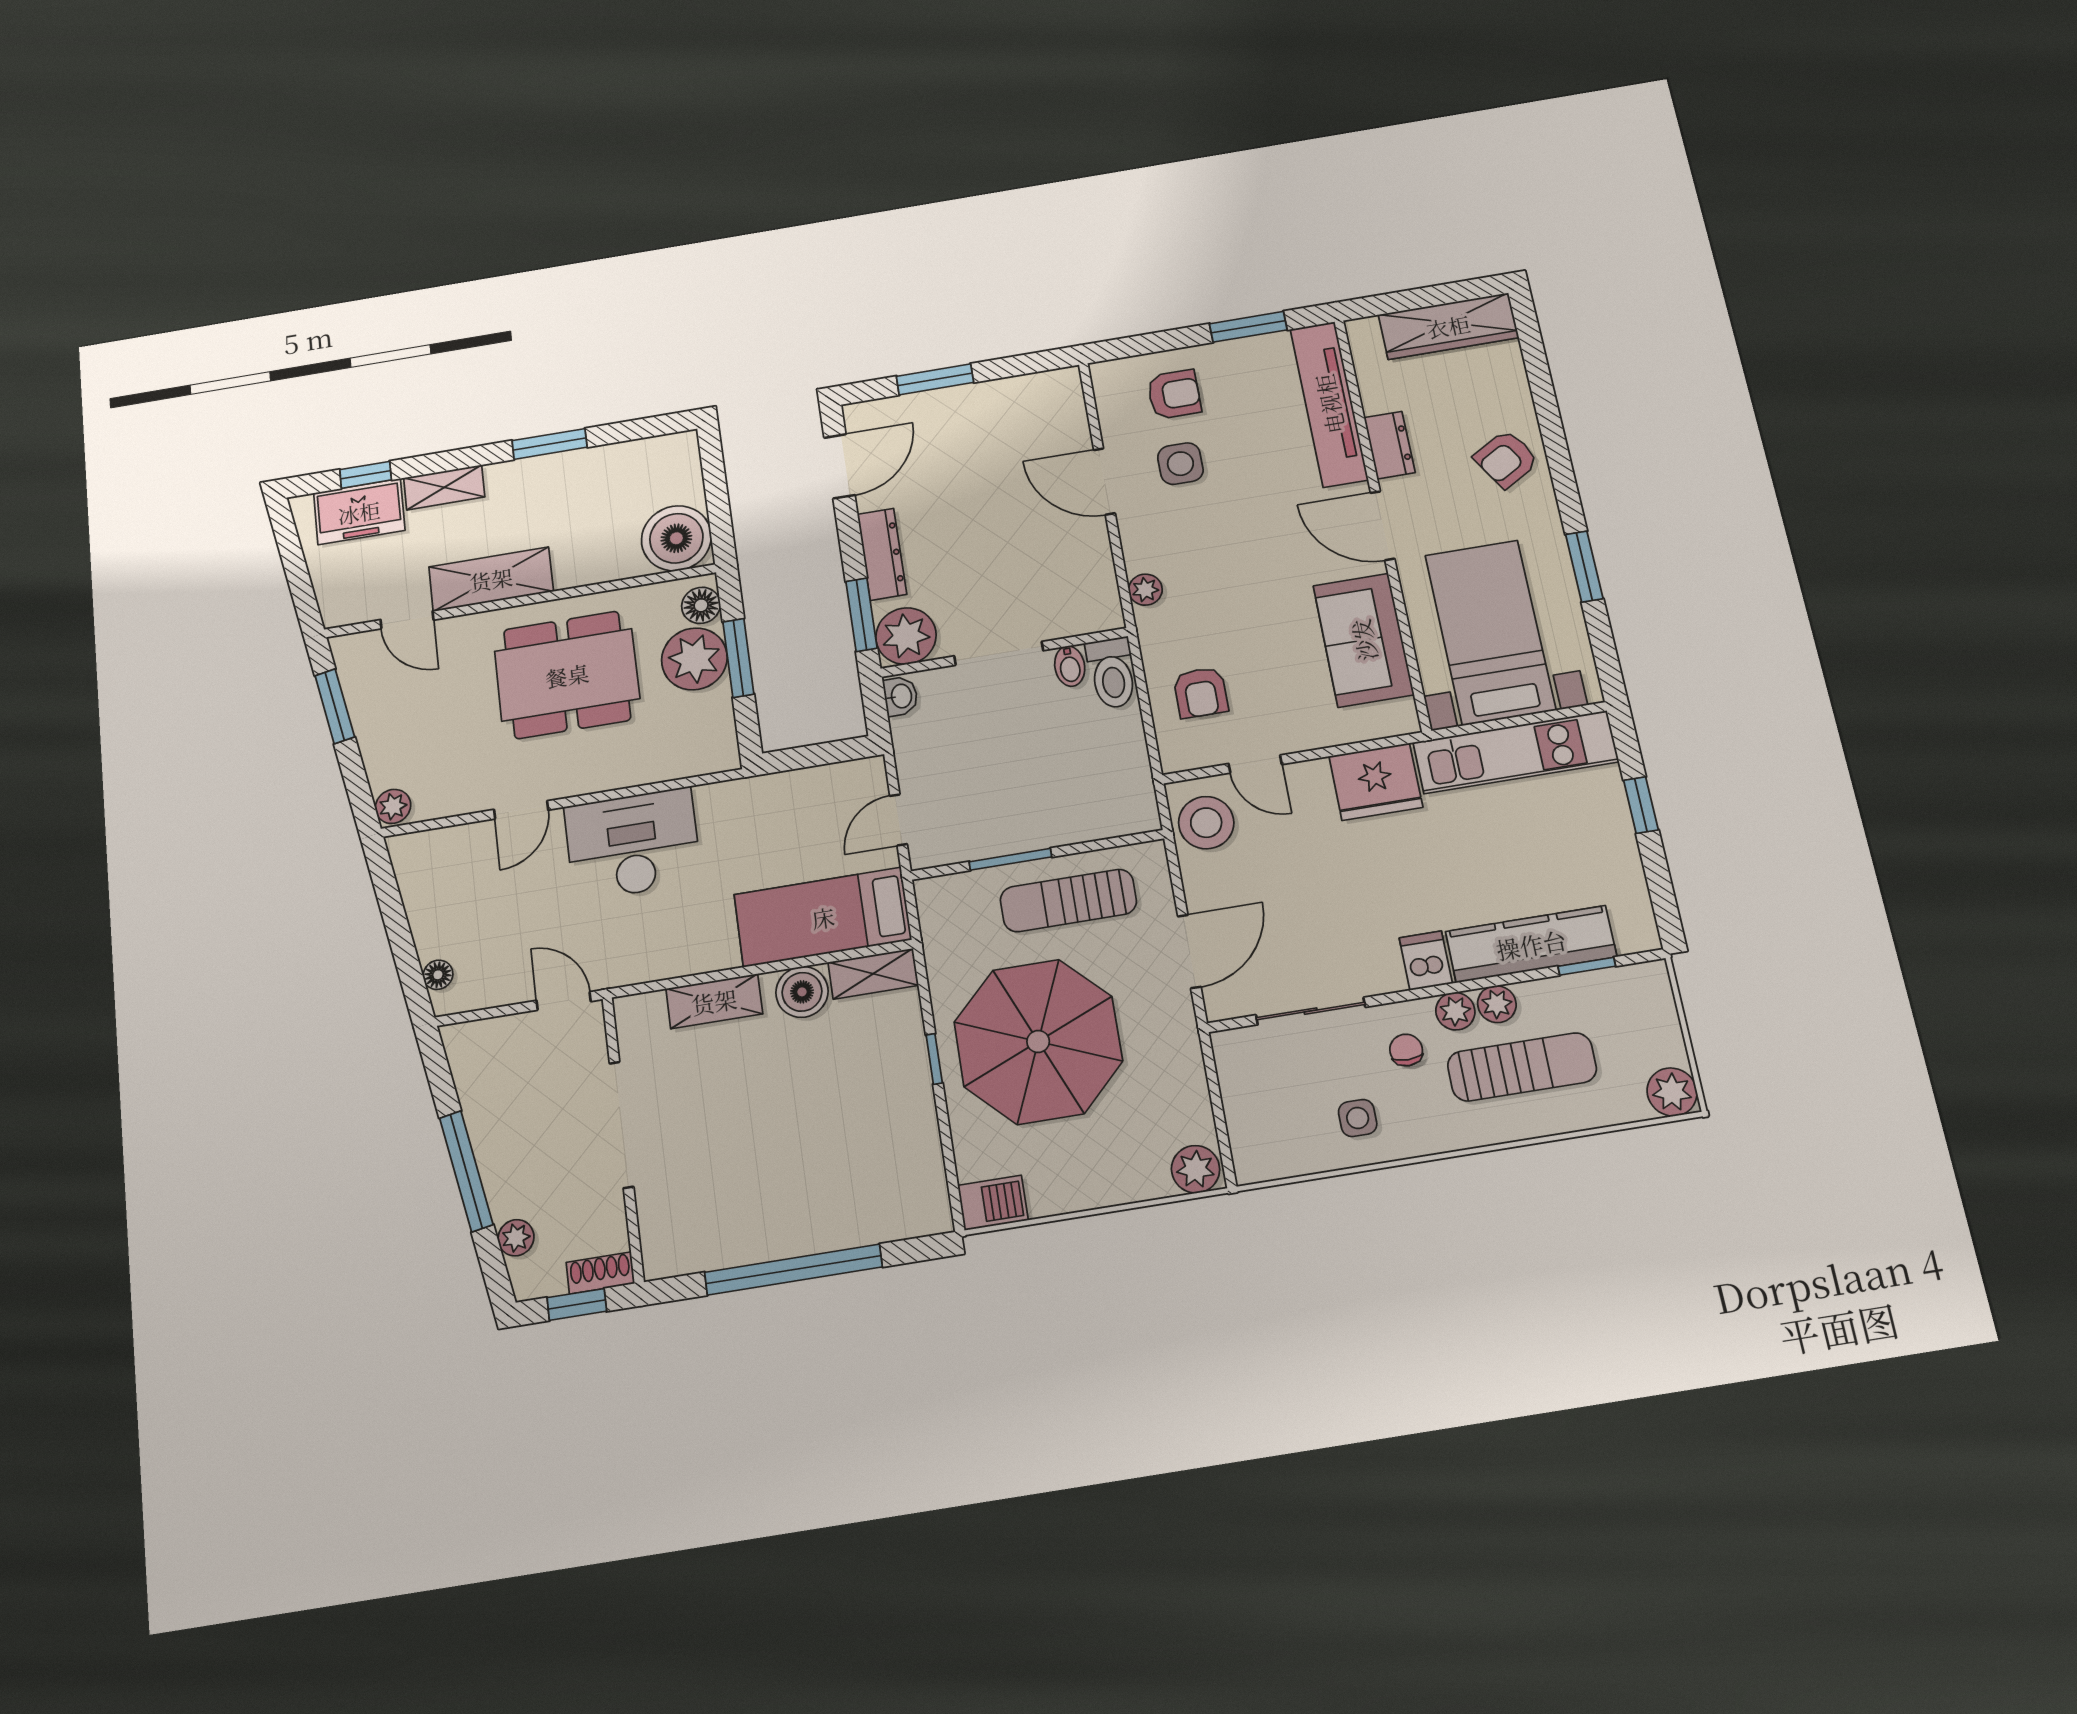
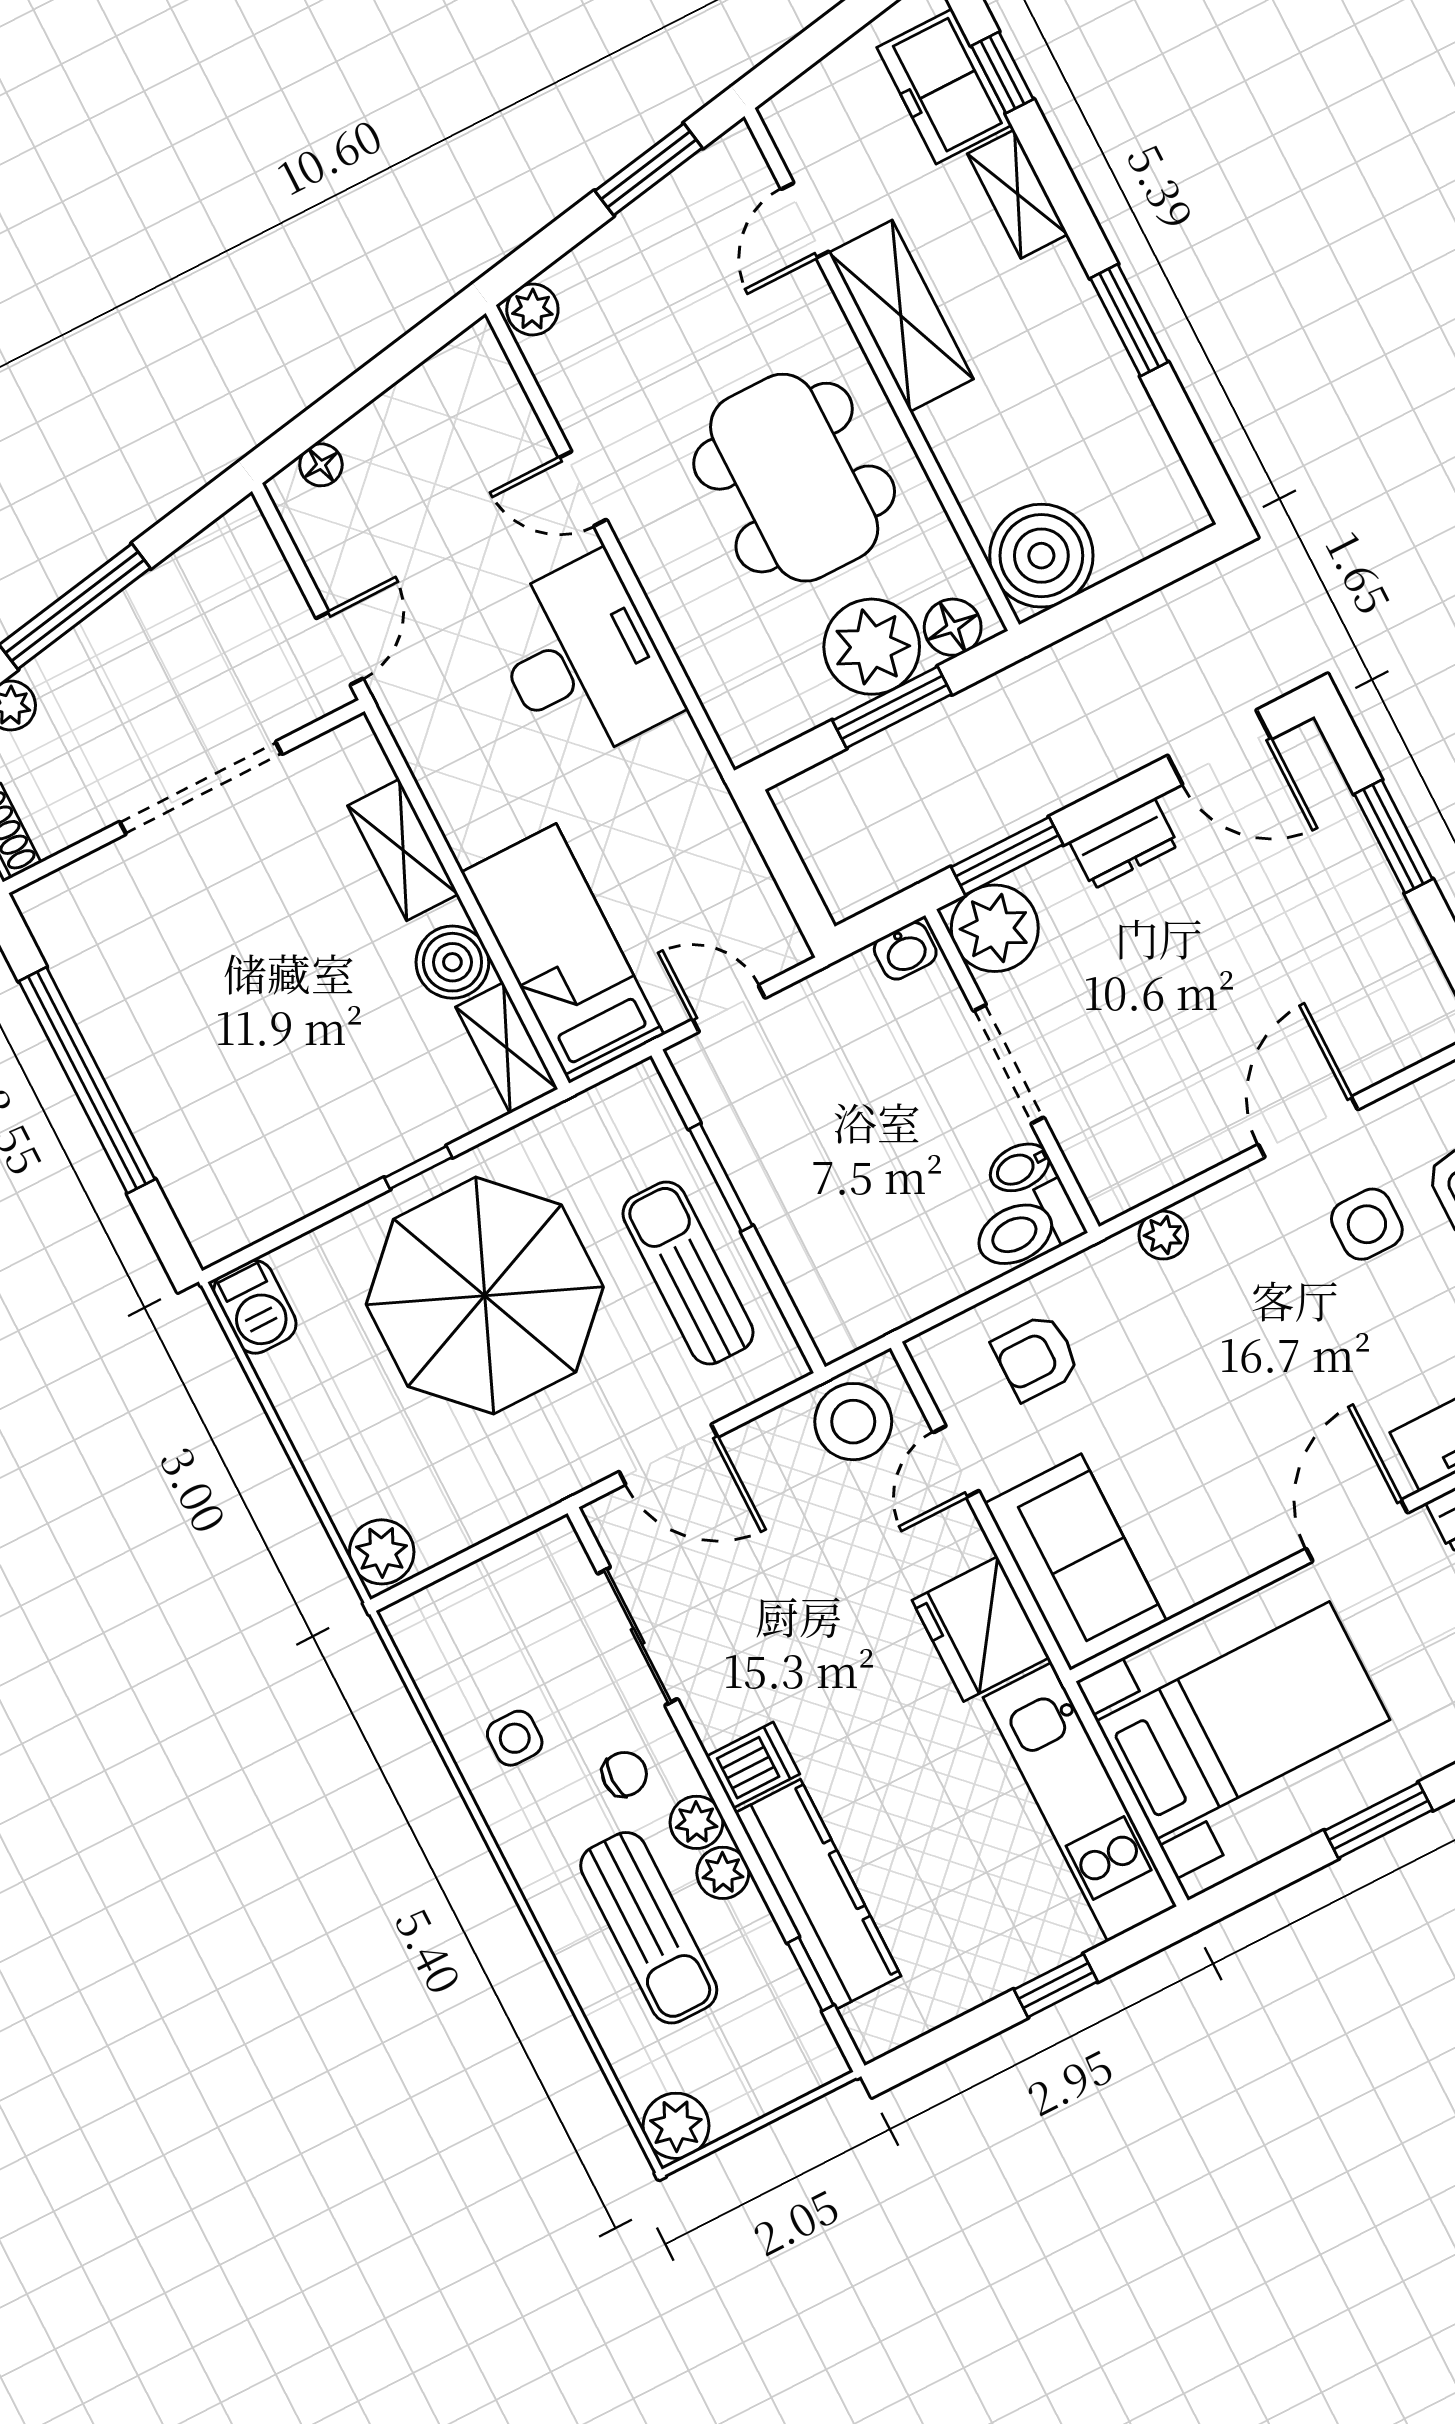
dresser: (882, 554) -> (1124, 844), width x0.70
sofa: (1363, 640) -> (1076, 1562), moved, turned 90

